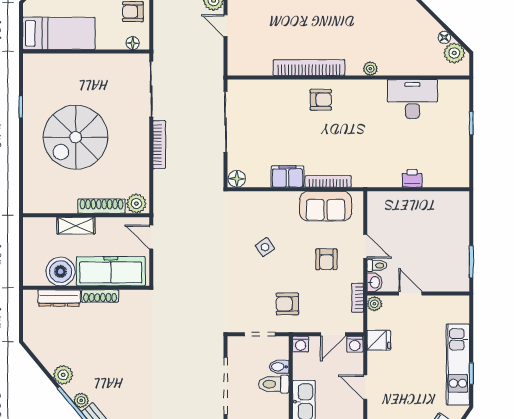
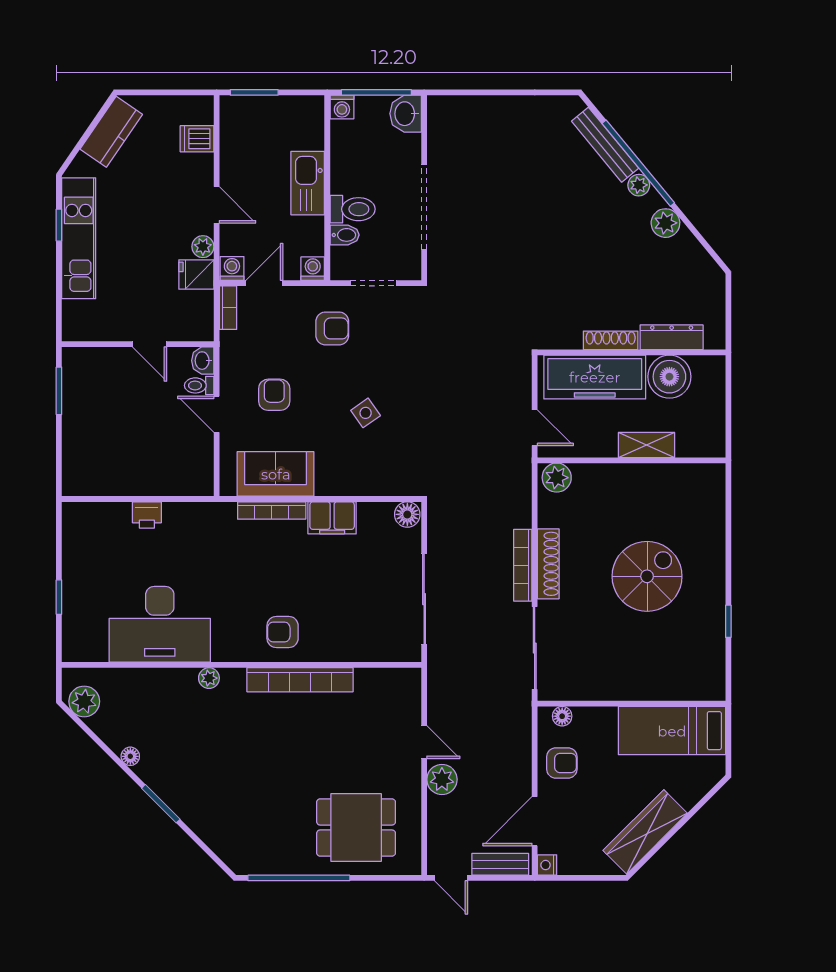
floor lamp: (444, 37) -> (130, 756), moved
desk: (412, 99) -> (160, 624), width x1.36, depth x1.30
spiral stairs: (76, 137) -> (647, 576), width x0.73, depth x0.73
shoe rack: (102, 206) -> (548, 564), moved, turned -90
bookcase: (357, 298) -> (228, 308), moved
plant: (374, 304) -> (203, 247), moved

